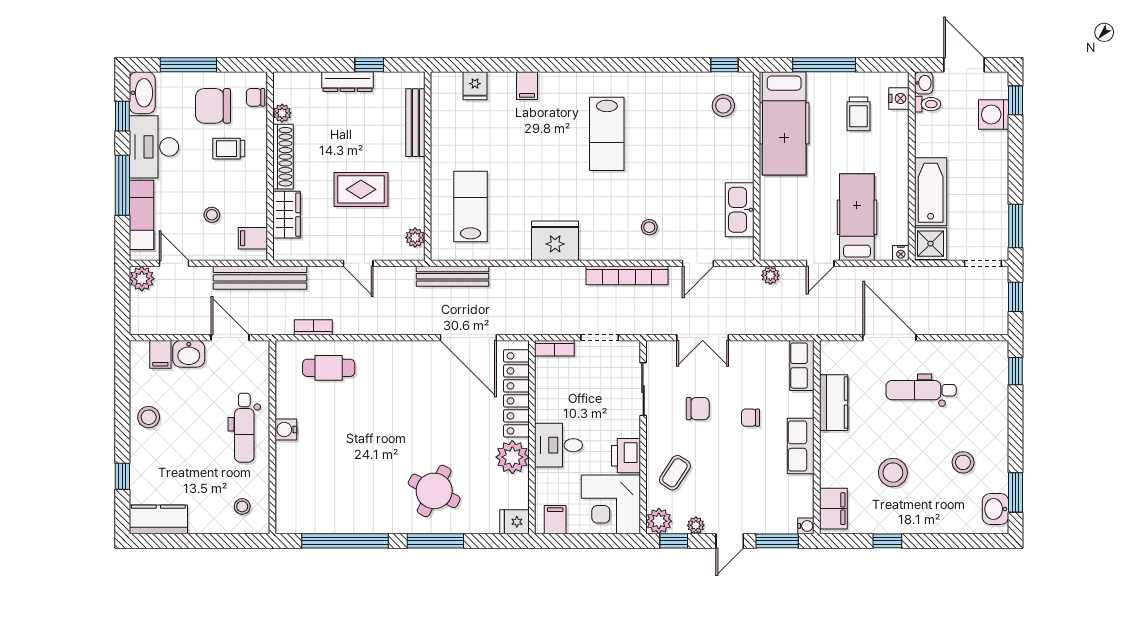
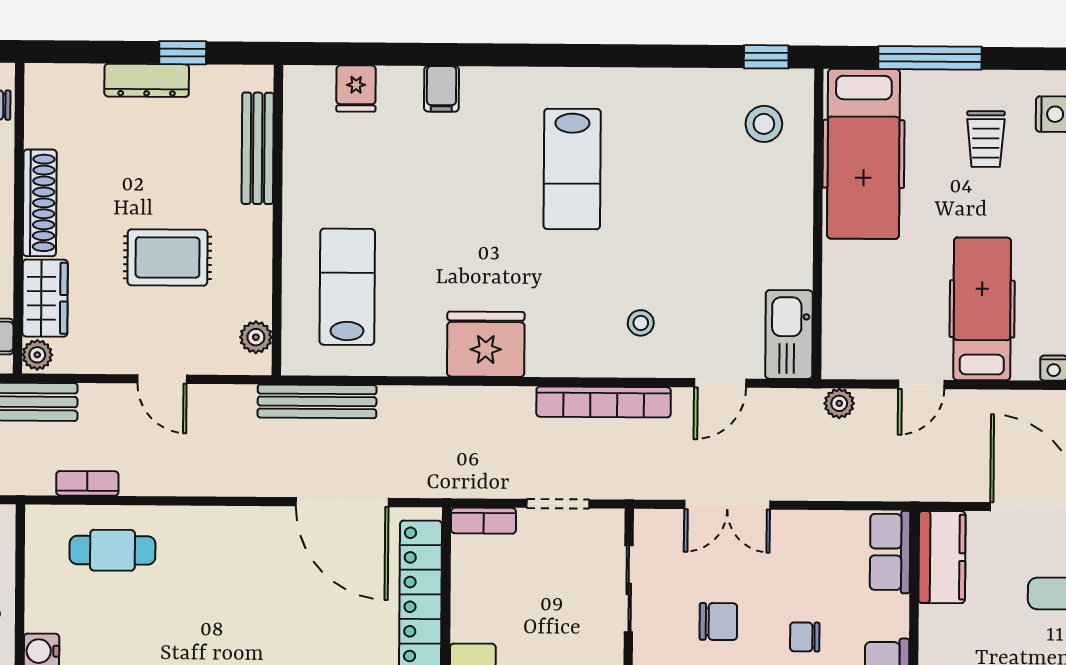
plant: (282, 113) -> (37, 355), moved
kitchen sink: (740, 210) -> (789, 335), moved
kitchen counter: (834, 403) -> (942, 557), moved

